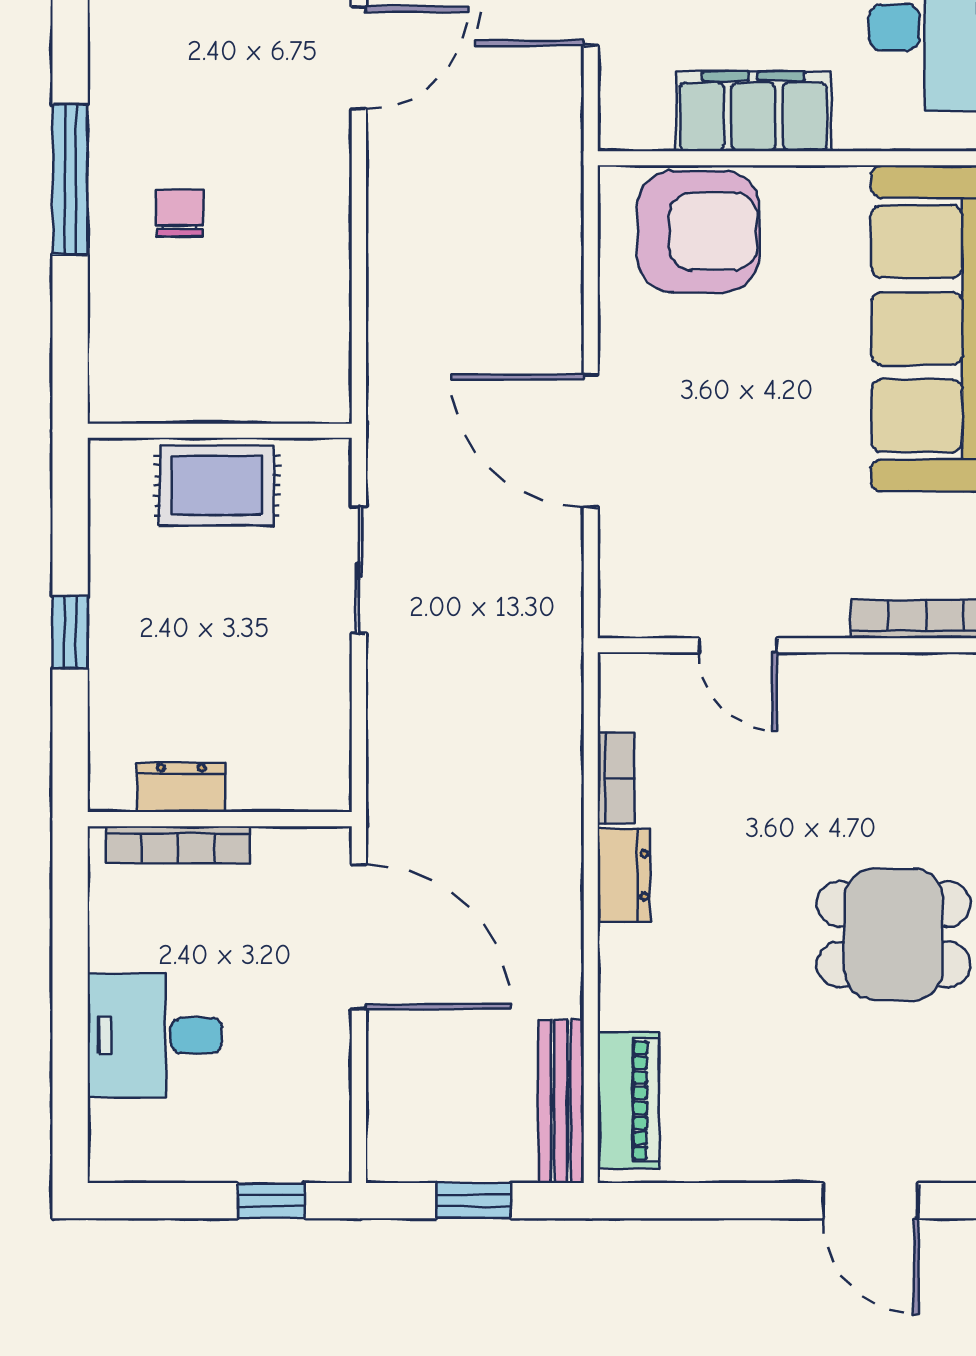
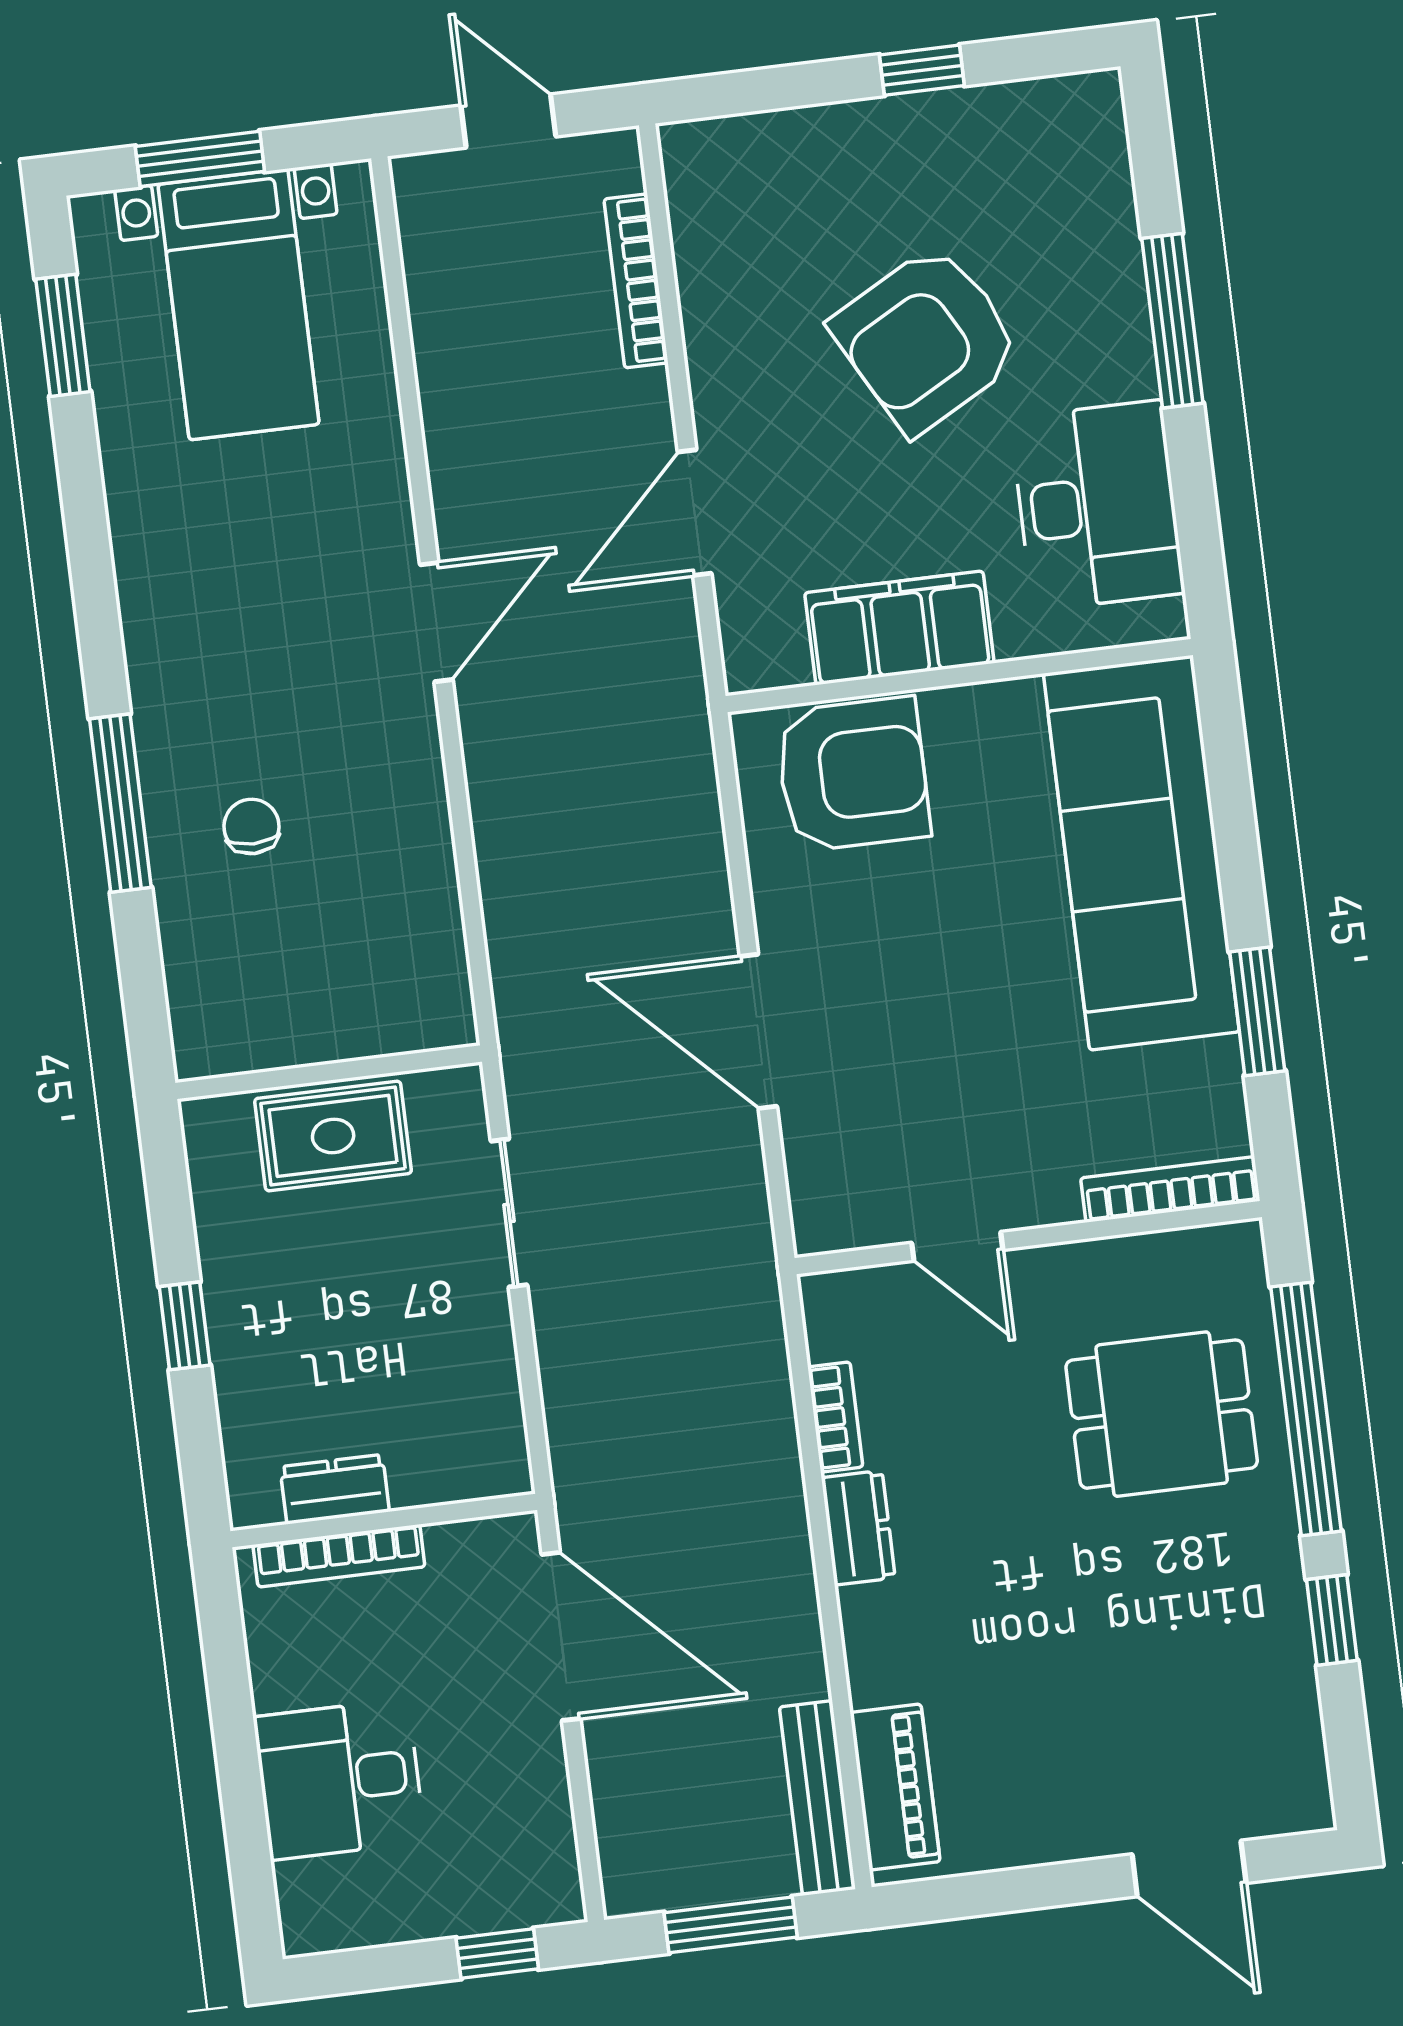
dining table: (894, 934) -> (1162, 1414), moved
window: (473, 1201) -> (731, 1925), width x1.50

